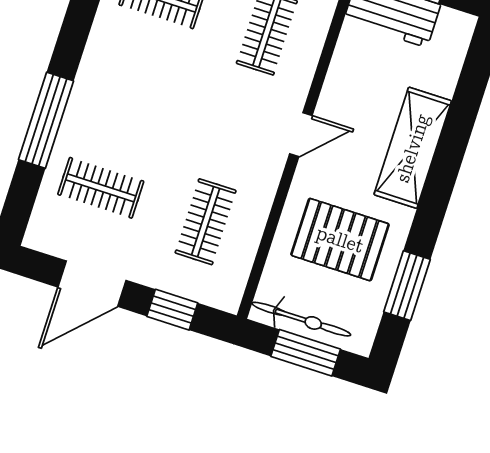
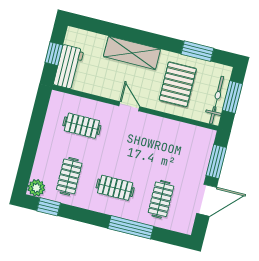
clothes rail: (206, 222) -> (115, 188), moved
door: (92, 284) -> (207, 200), hinge flipped
window: (172, 310) -> (216, 161), width x1.50

